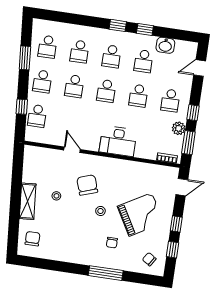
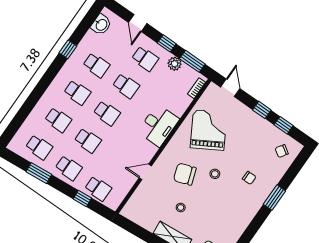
window: (118, 25) -> (52, 73), removed
washbasin: (165, 45) -> (101, 25), moved
door: (200, 68) -> (138, 23), moved
grand piano: (141, 214) -> (209, 130), moved
window: (106, 273) -> (274, 198), width x0.69

